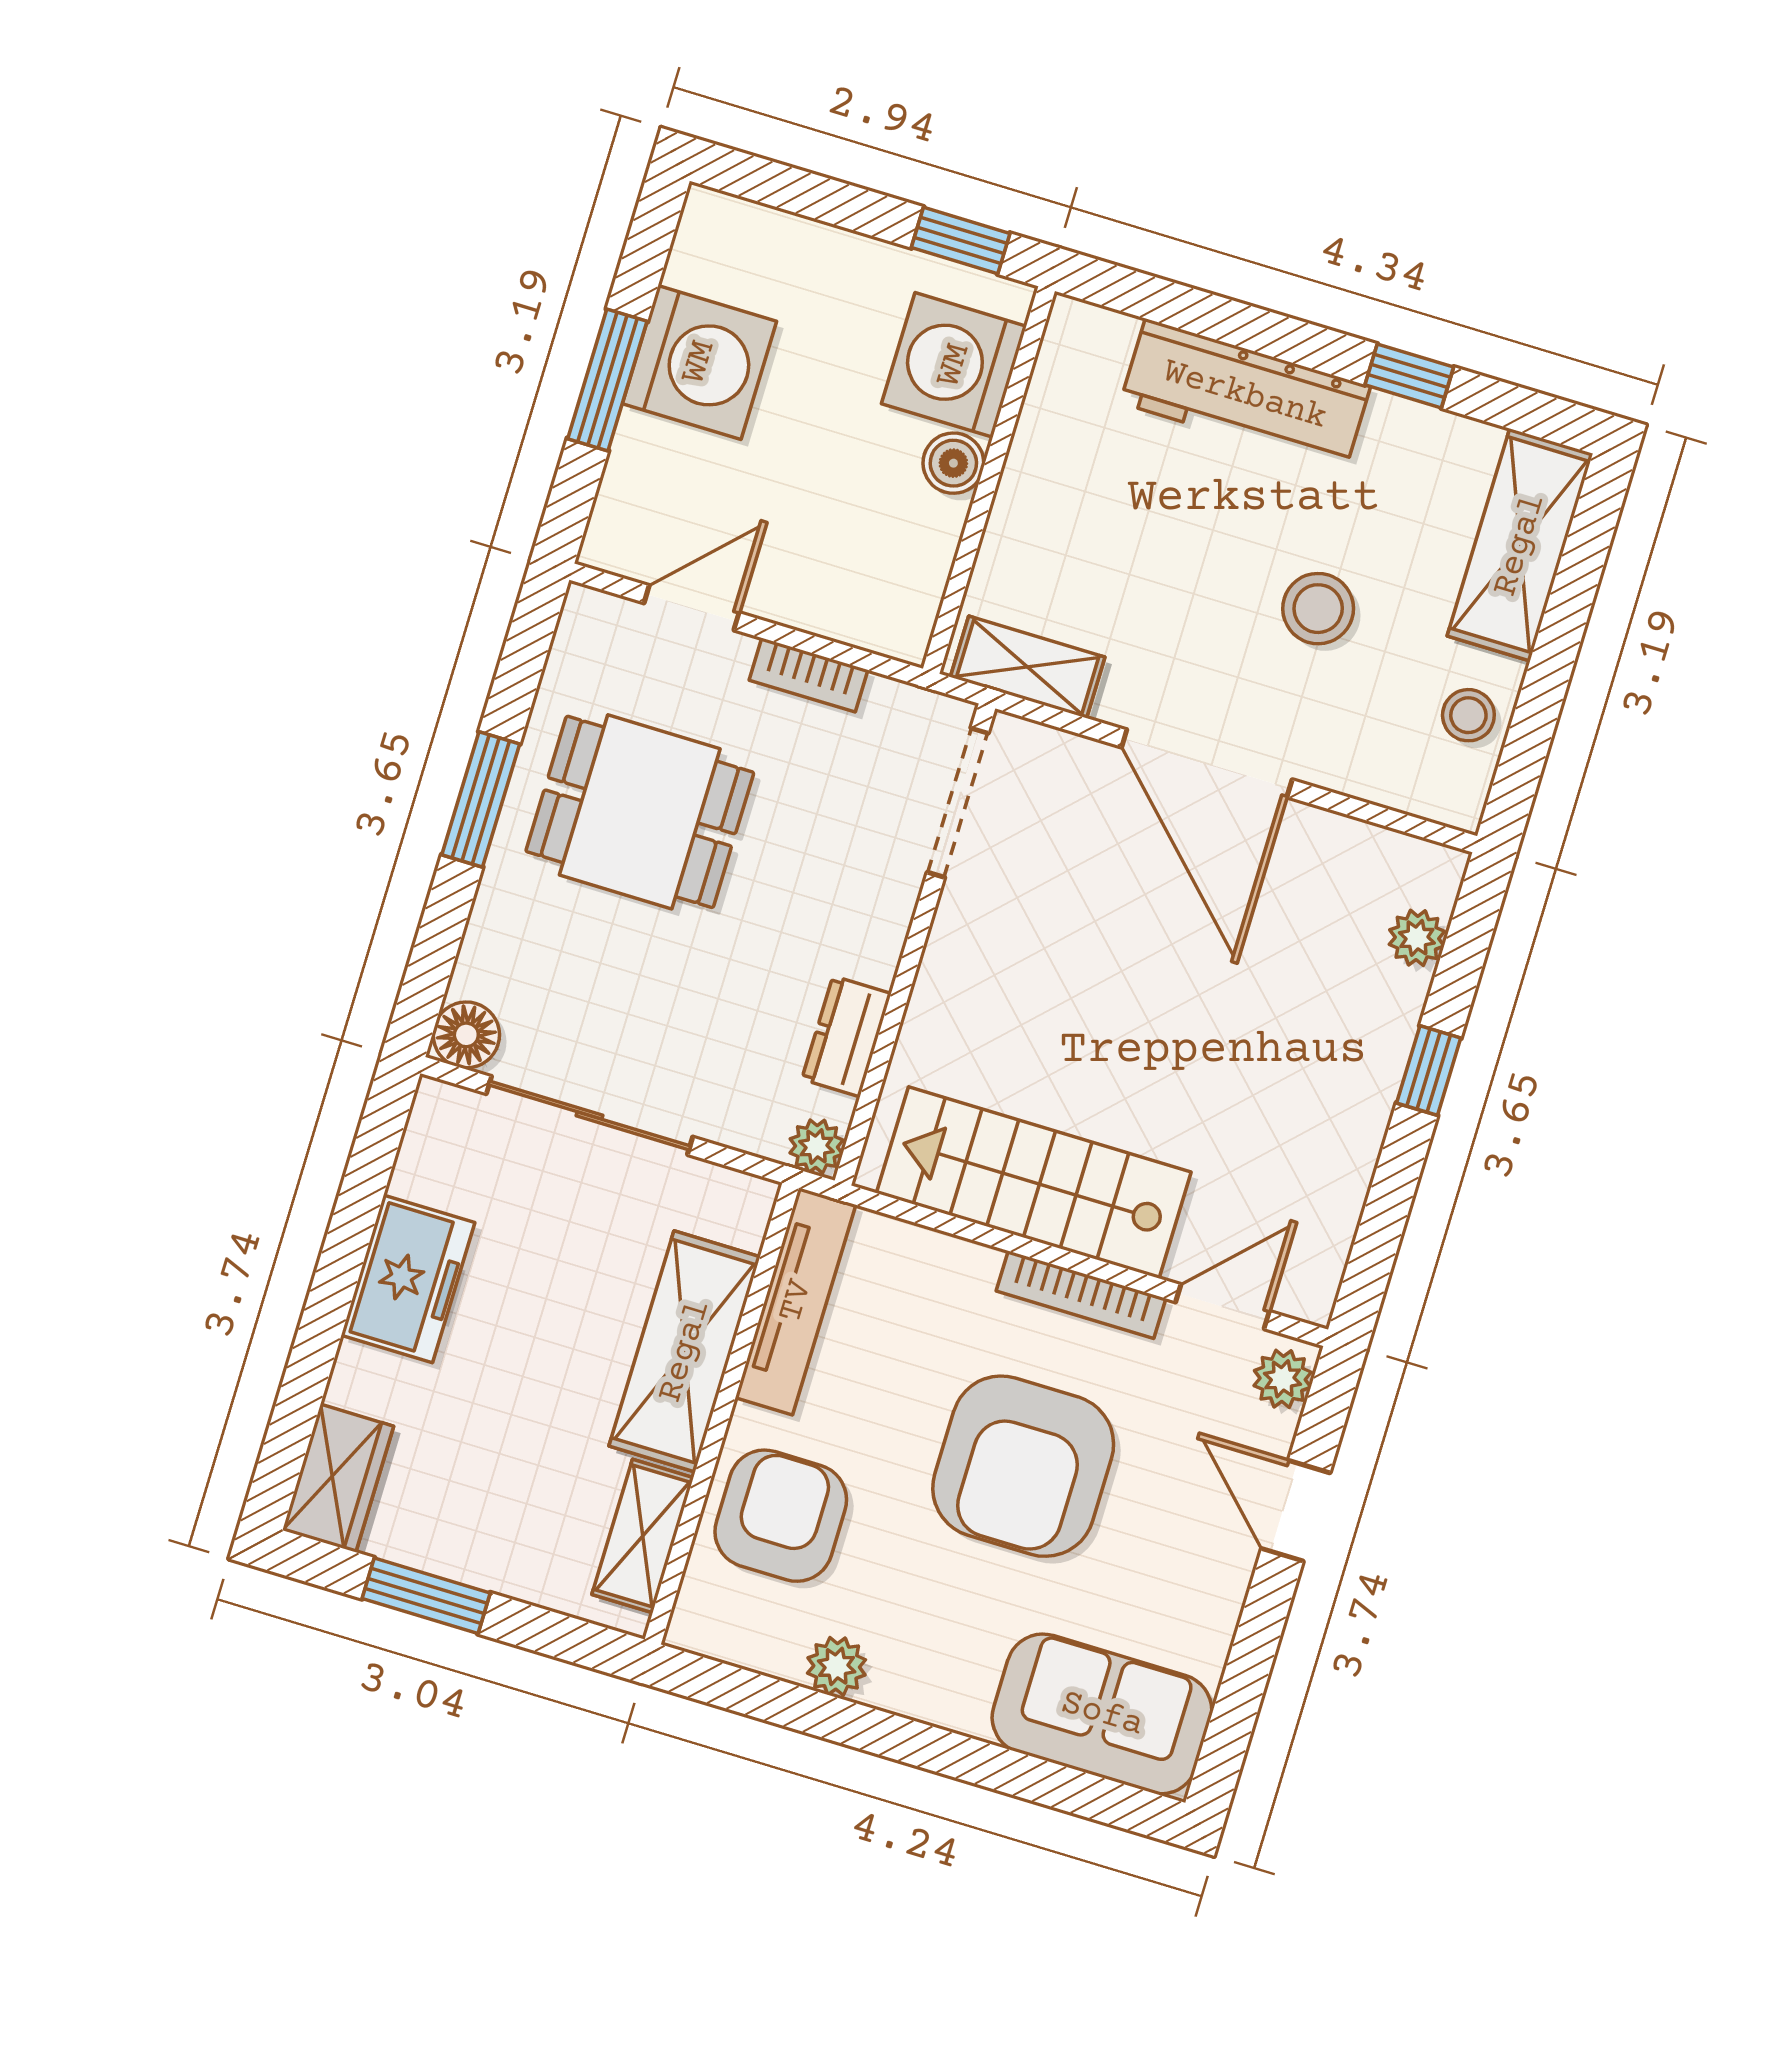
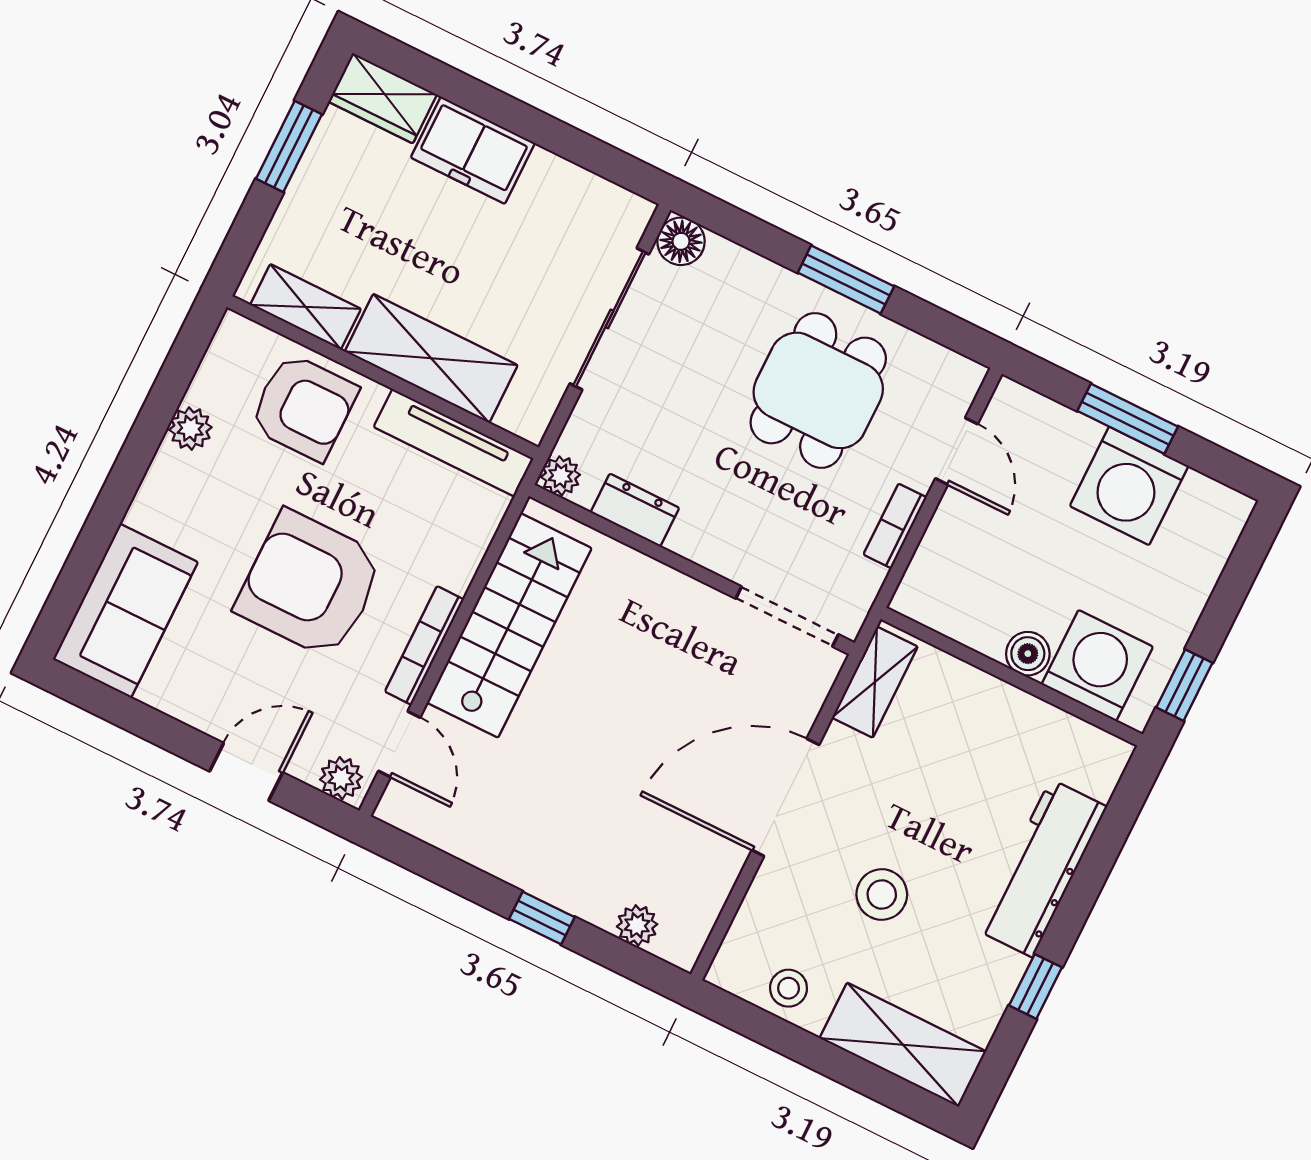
freezer: (408, 1279) -> (473, 150), moved

